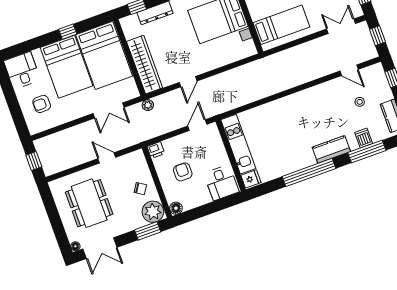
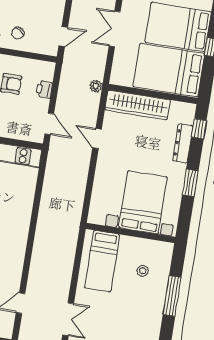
double door: (109, 110) -> (115, 29), moved
printer: (156, 150) -> (44, 90), moved
door: (107, 158) -> (63, 37), moved

